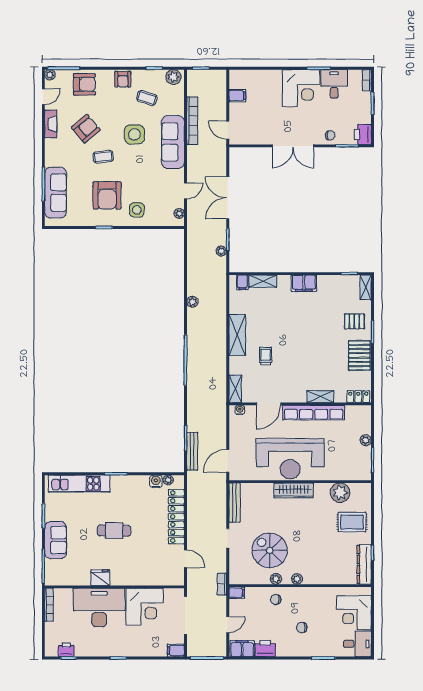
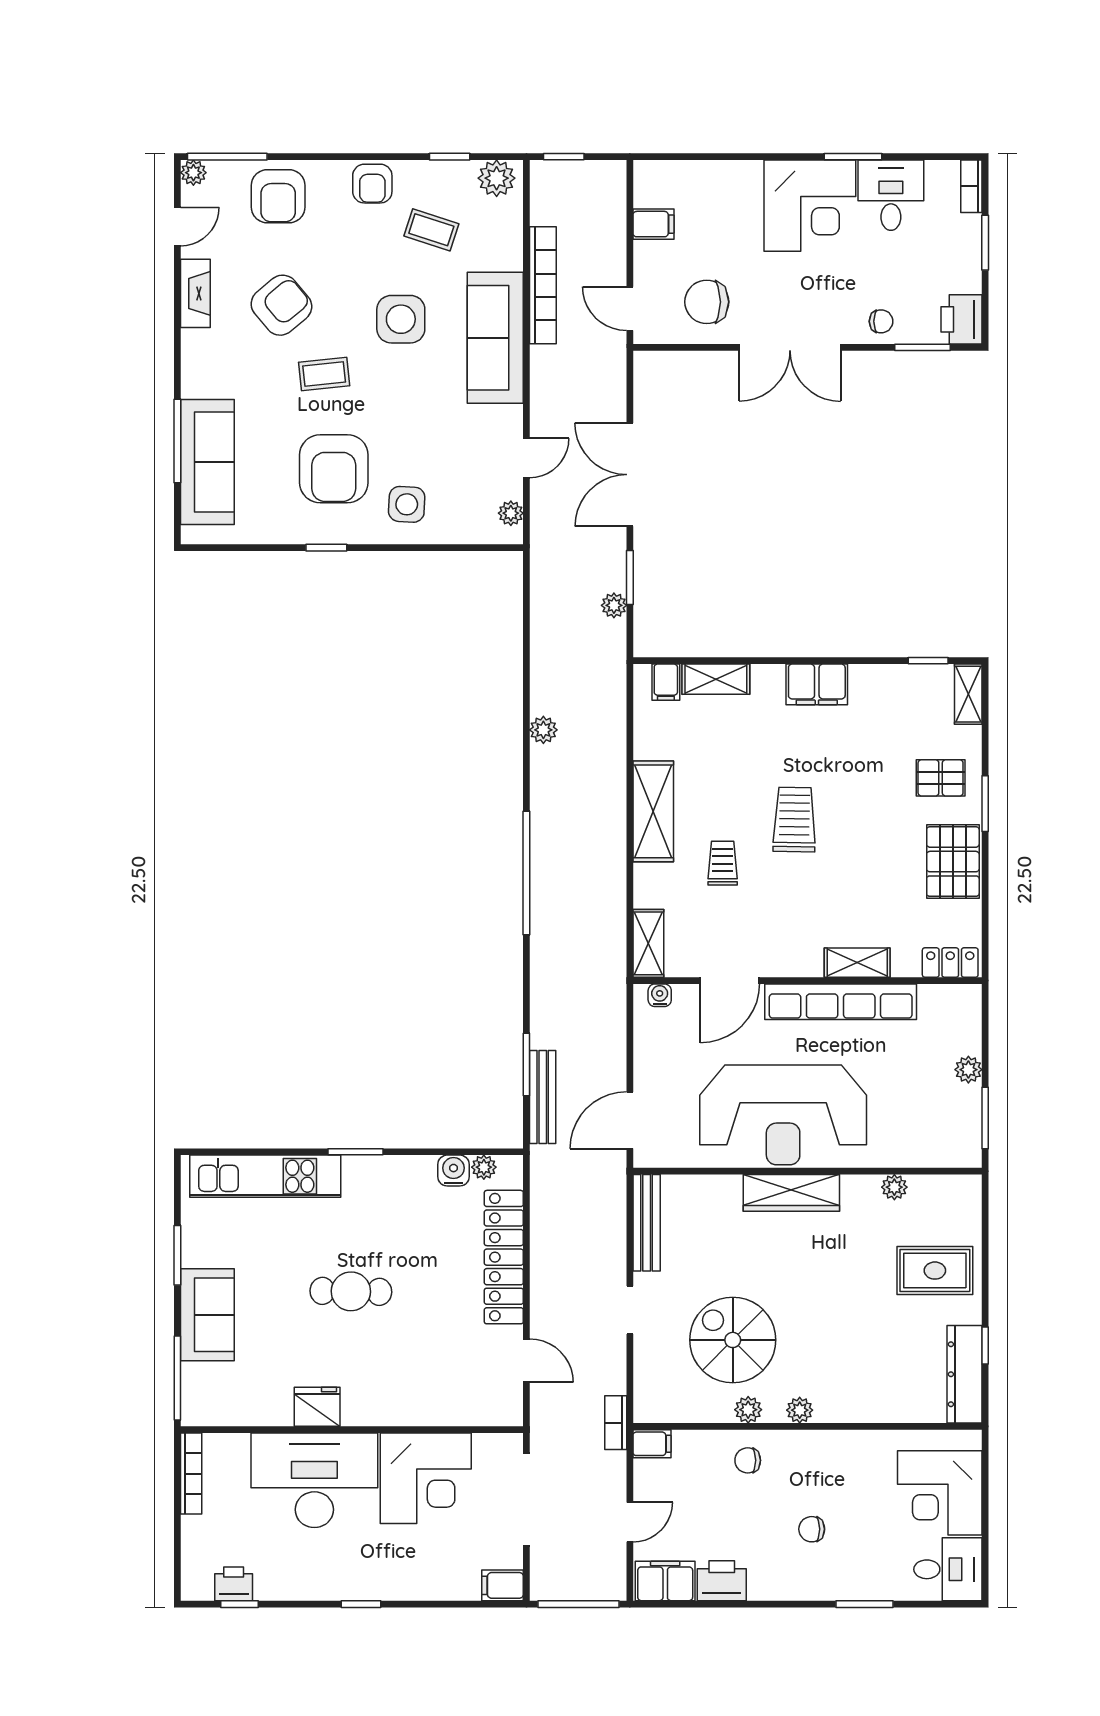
armchair: (84, 84) -> (278, 196), turned 90
chair: (259, 127) -> (707, 302), added
trolley: (295, 338) -> (794, 820), added
plant: (340, 493) -> (894, 1187), width x0.53, depth x0.53

